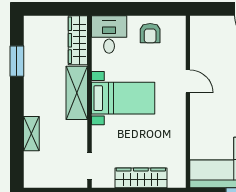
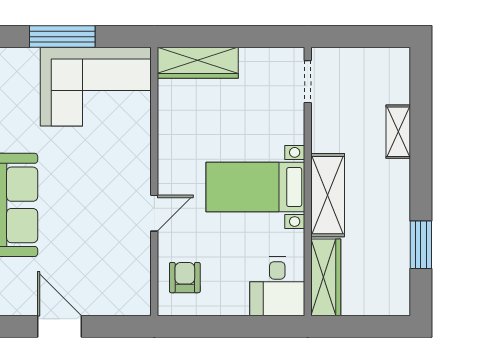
armchair: (150, 33) -> (185, 278), moved
door: (188, 81) -> (154, 213), swing flipped
wardrobe: (141, 178) -> (198, 63), moved

